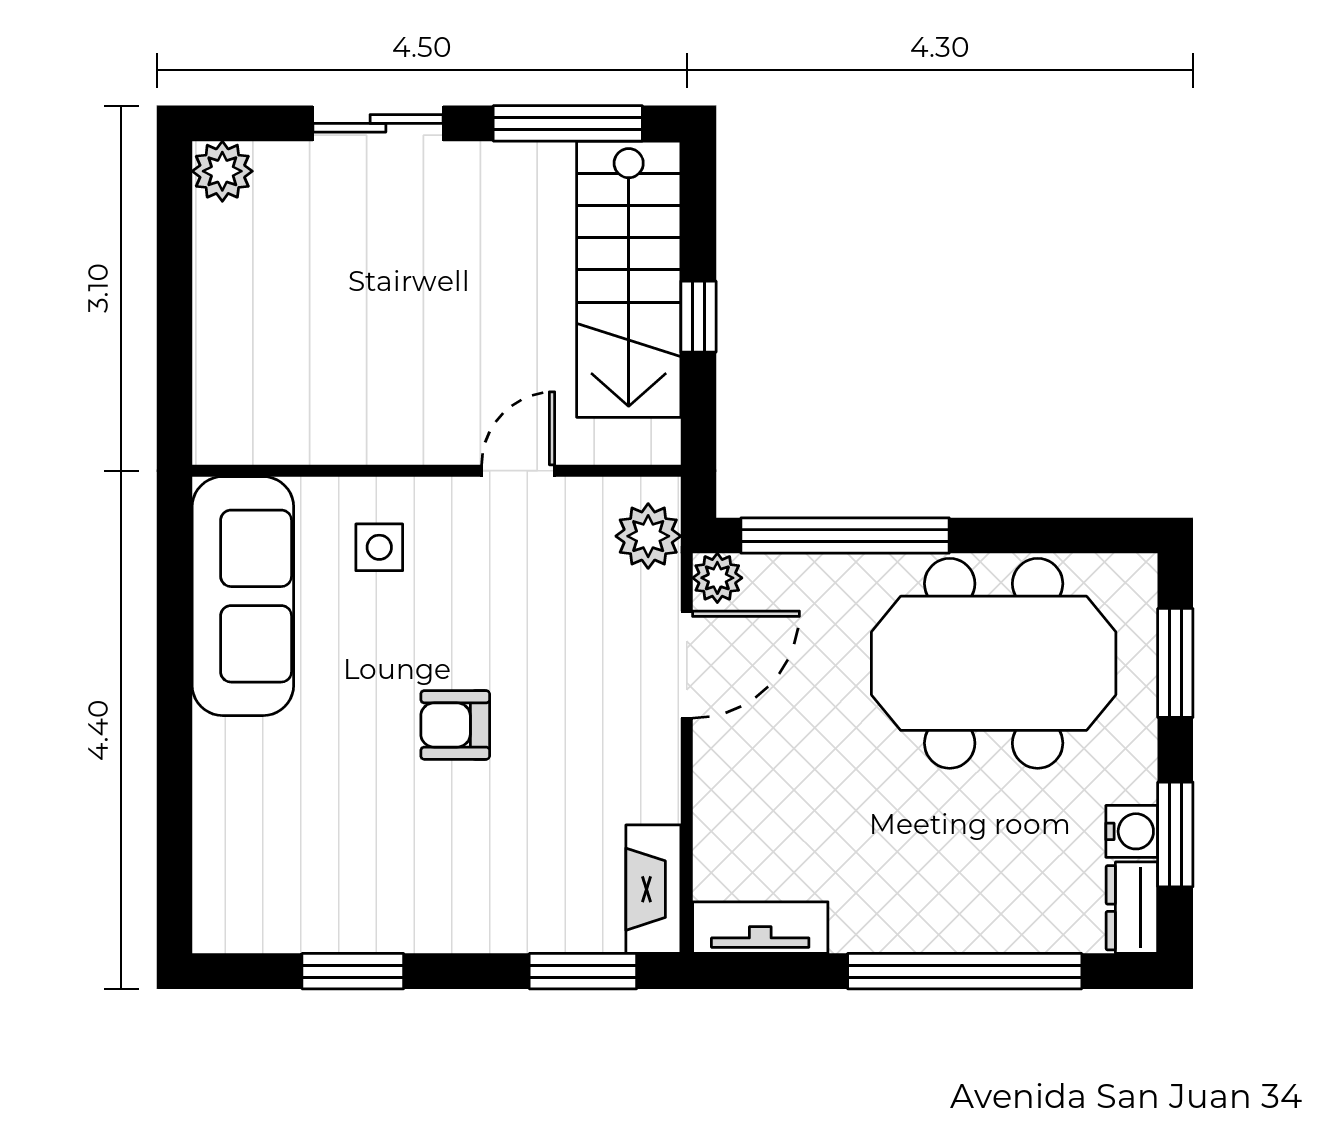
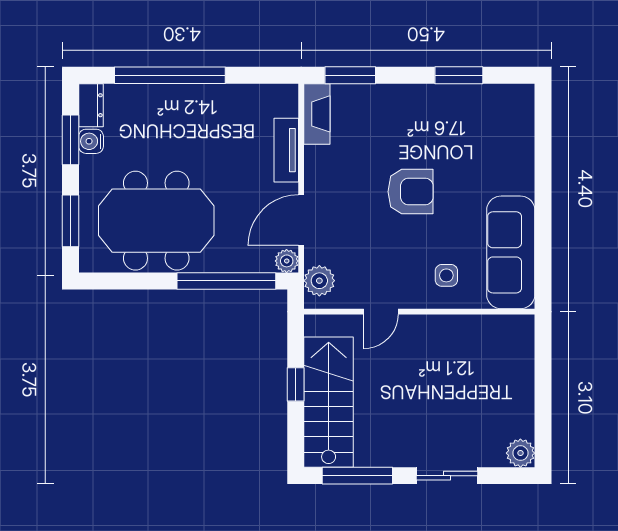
armchair: (455, 725) -> (411, 192), width x1.38, depth x1.38
tv unit: (760, 928) -> (286, 150), moved, turned 90

